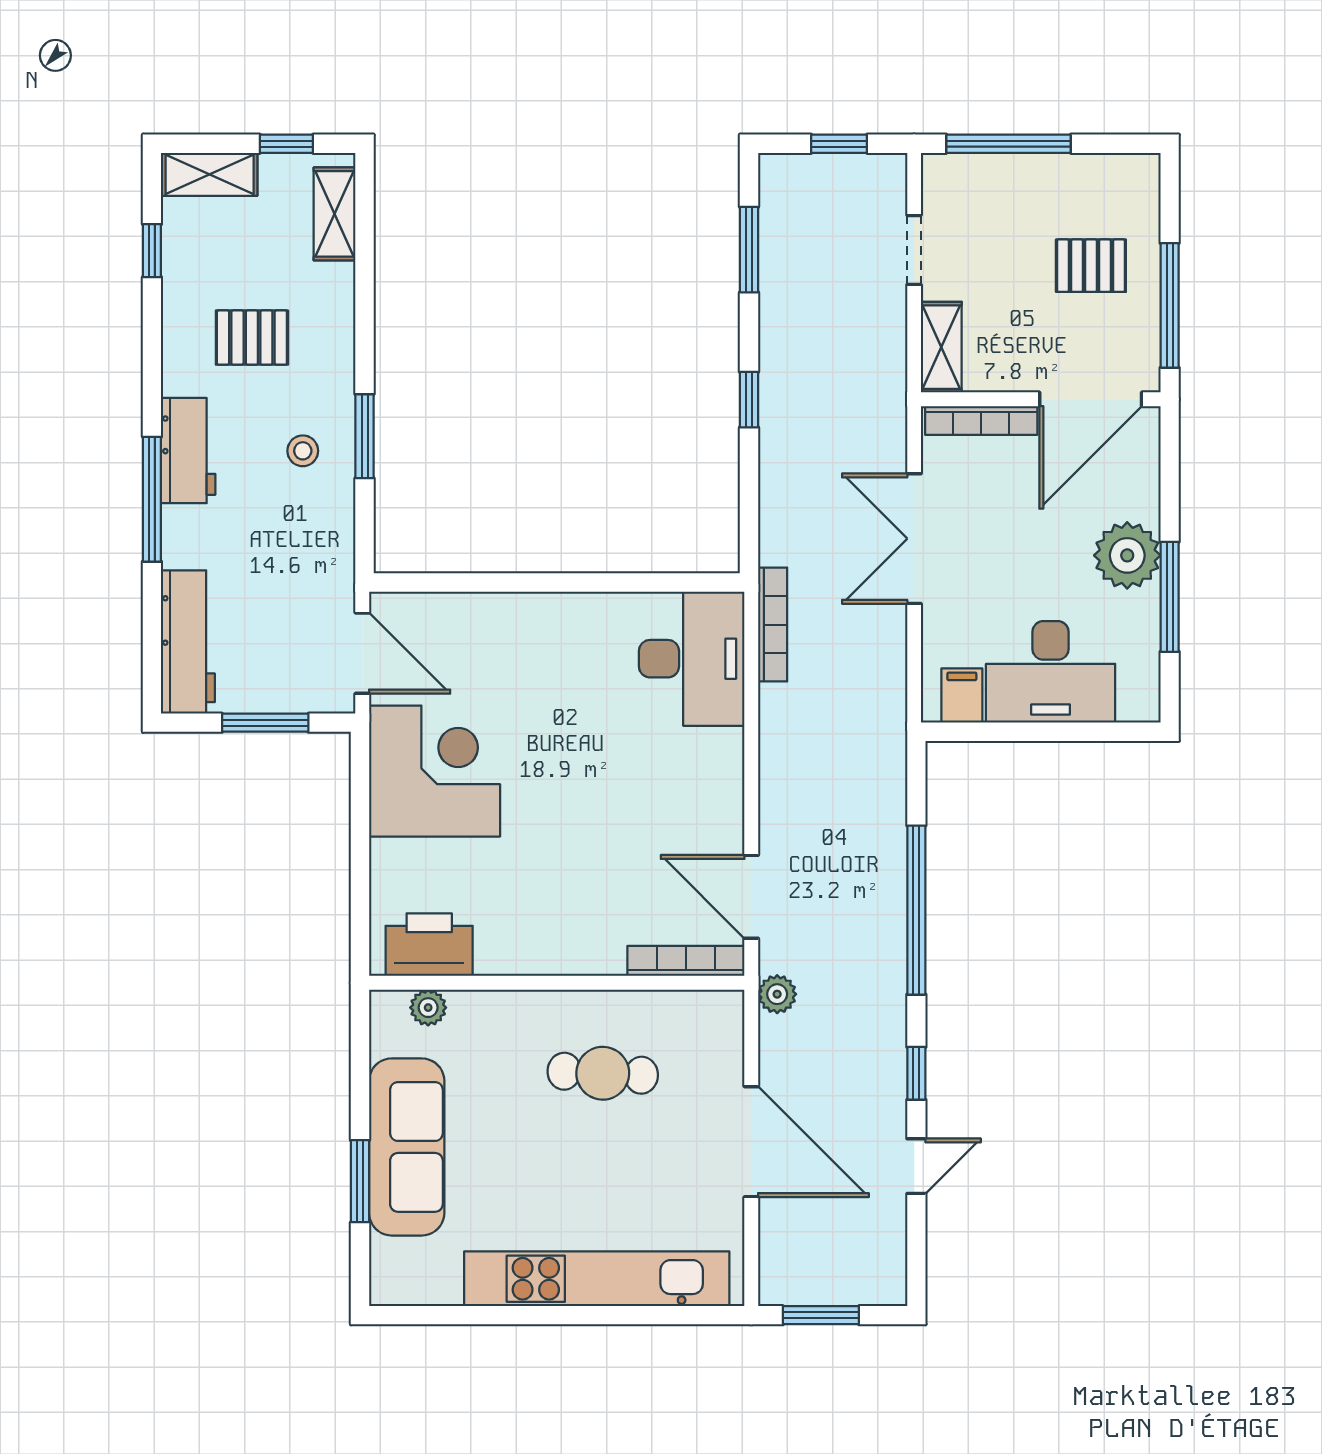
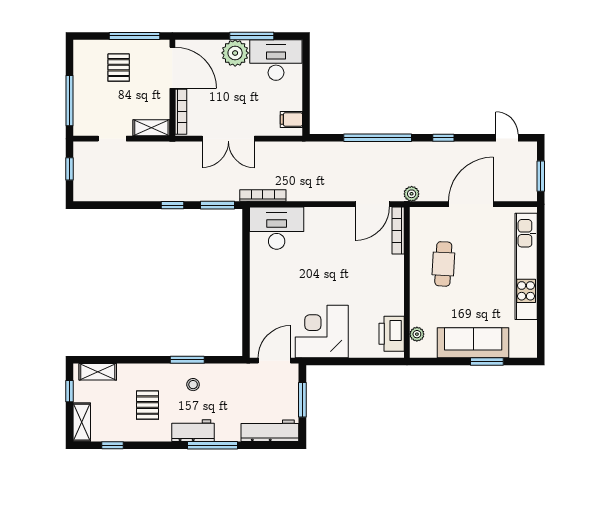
window: (749, 250) -> (217, 205), moved
desk: (1051, 672) -> (276, 60), moved, turned -90
door: (916, 1166) -> (507, 138), moved

